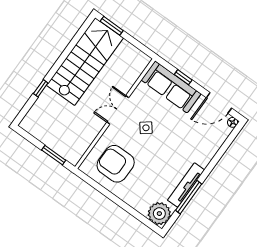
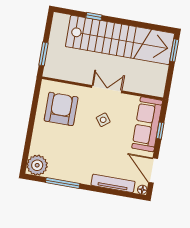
stairs: (85, 62) -> (120, 40), width x1.36
tv unit: (186, 185) -> (113, 183), moved

